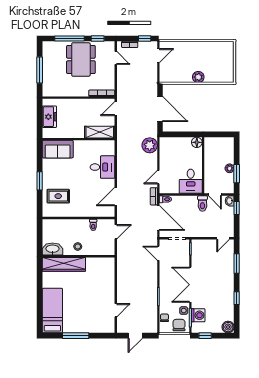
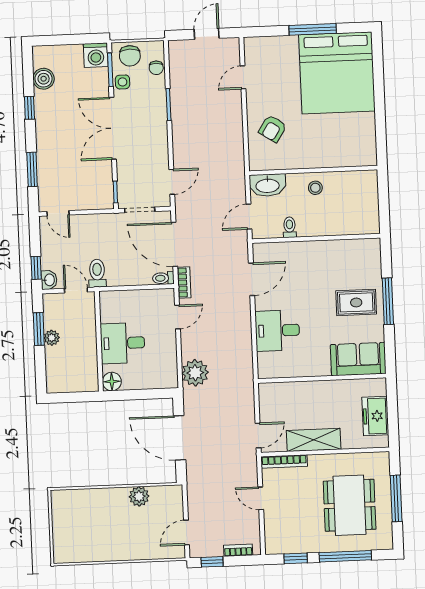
door: (116, 58) -> (261, 498), moved
dining table: (81, 59) -> (350, 505), moved
plant: (198, 77) -> (139, 496), moved
shelving: (100, 132) -> (314, 440), moved
window: (40, 181) -> (388, 301), width x1.44
desk: (191, 181) -> (123, 343), moved, turned -90
rug: (58, 196) -> (356, 302), moved
door: (223, 238) -> (58, 213), swing flipped
washbasin: (52, 249) -> (267, 185), moved
door: (158, 253) -> (172, 182), hinge flipped
wardrobe: (64, 264) -> (339, 155), removed
armchair: (100, 281) -> (273, 129), added
double door: (190, 285) -> (113, 128), swing flipped
bed: (52, 311) -> (337, 73), width x2.04
washing machine: (198, 315) -> (96, 55), moved, turned -90
boiler: (228, 327) -> (44, 79), moved
window: (205, 336) -> (83, 39), removed

